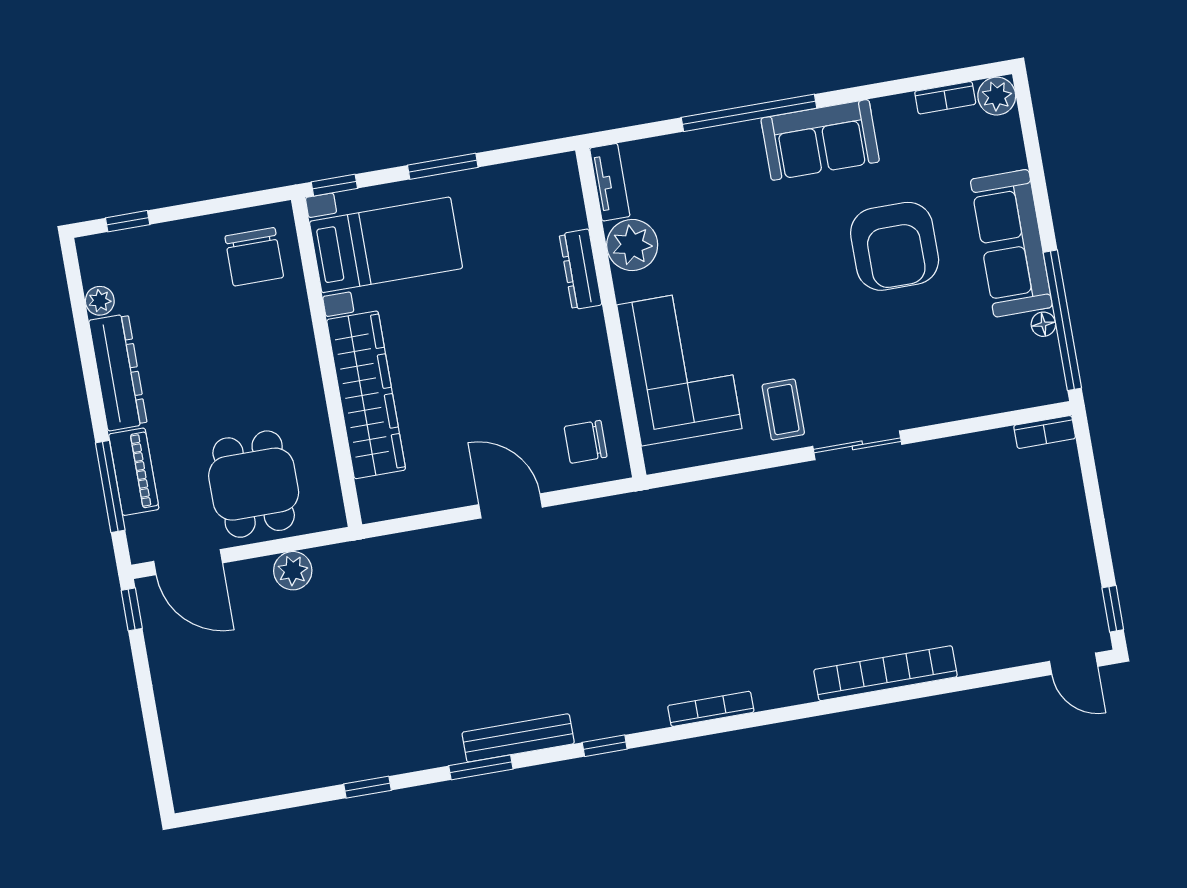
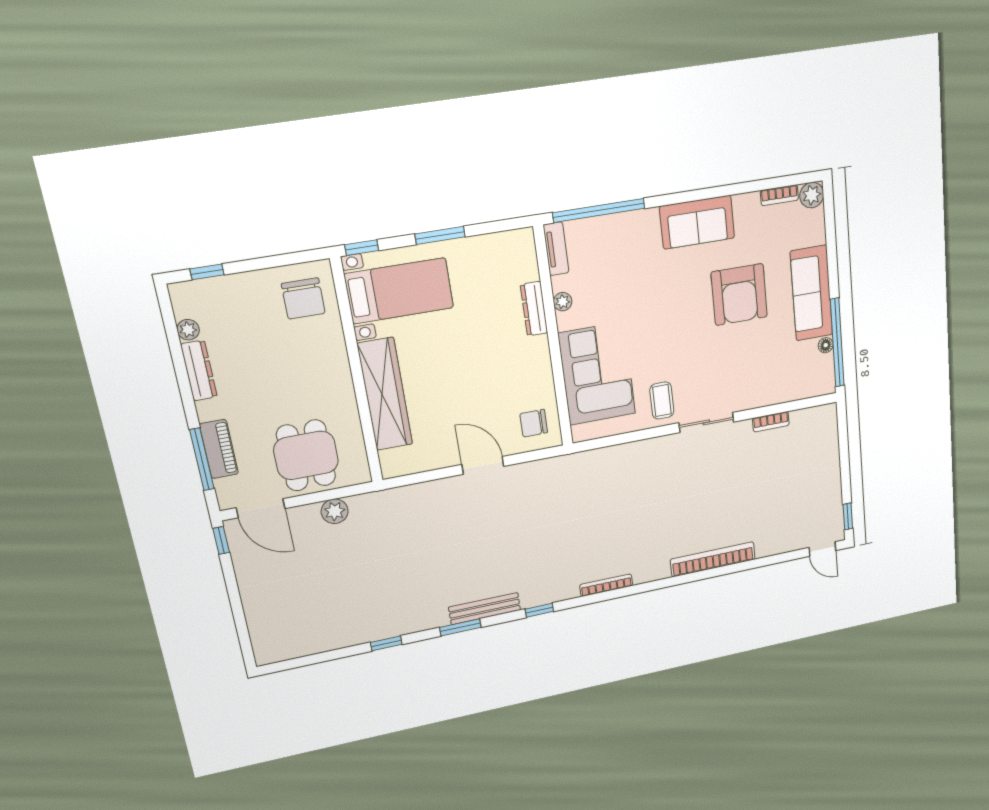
window: (749, 113) -> (599, 210), moved
plant: (632, 245) -> (563, 302), width x0.53, depth x0.53
dresser: (118, 372) -> (199, 371), width x0.73, depth x0.80
bookcase: (1045, 432) -> (771, 422), moved

